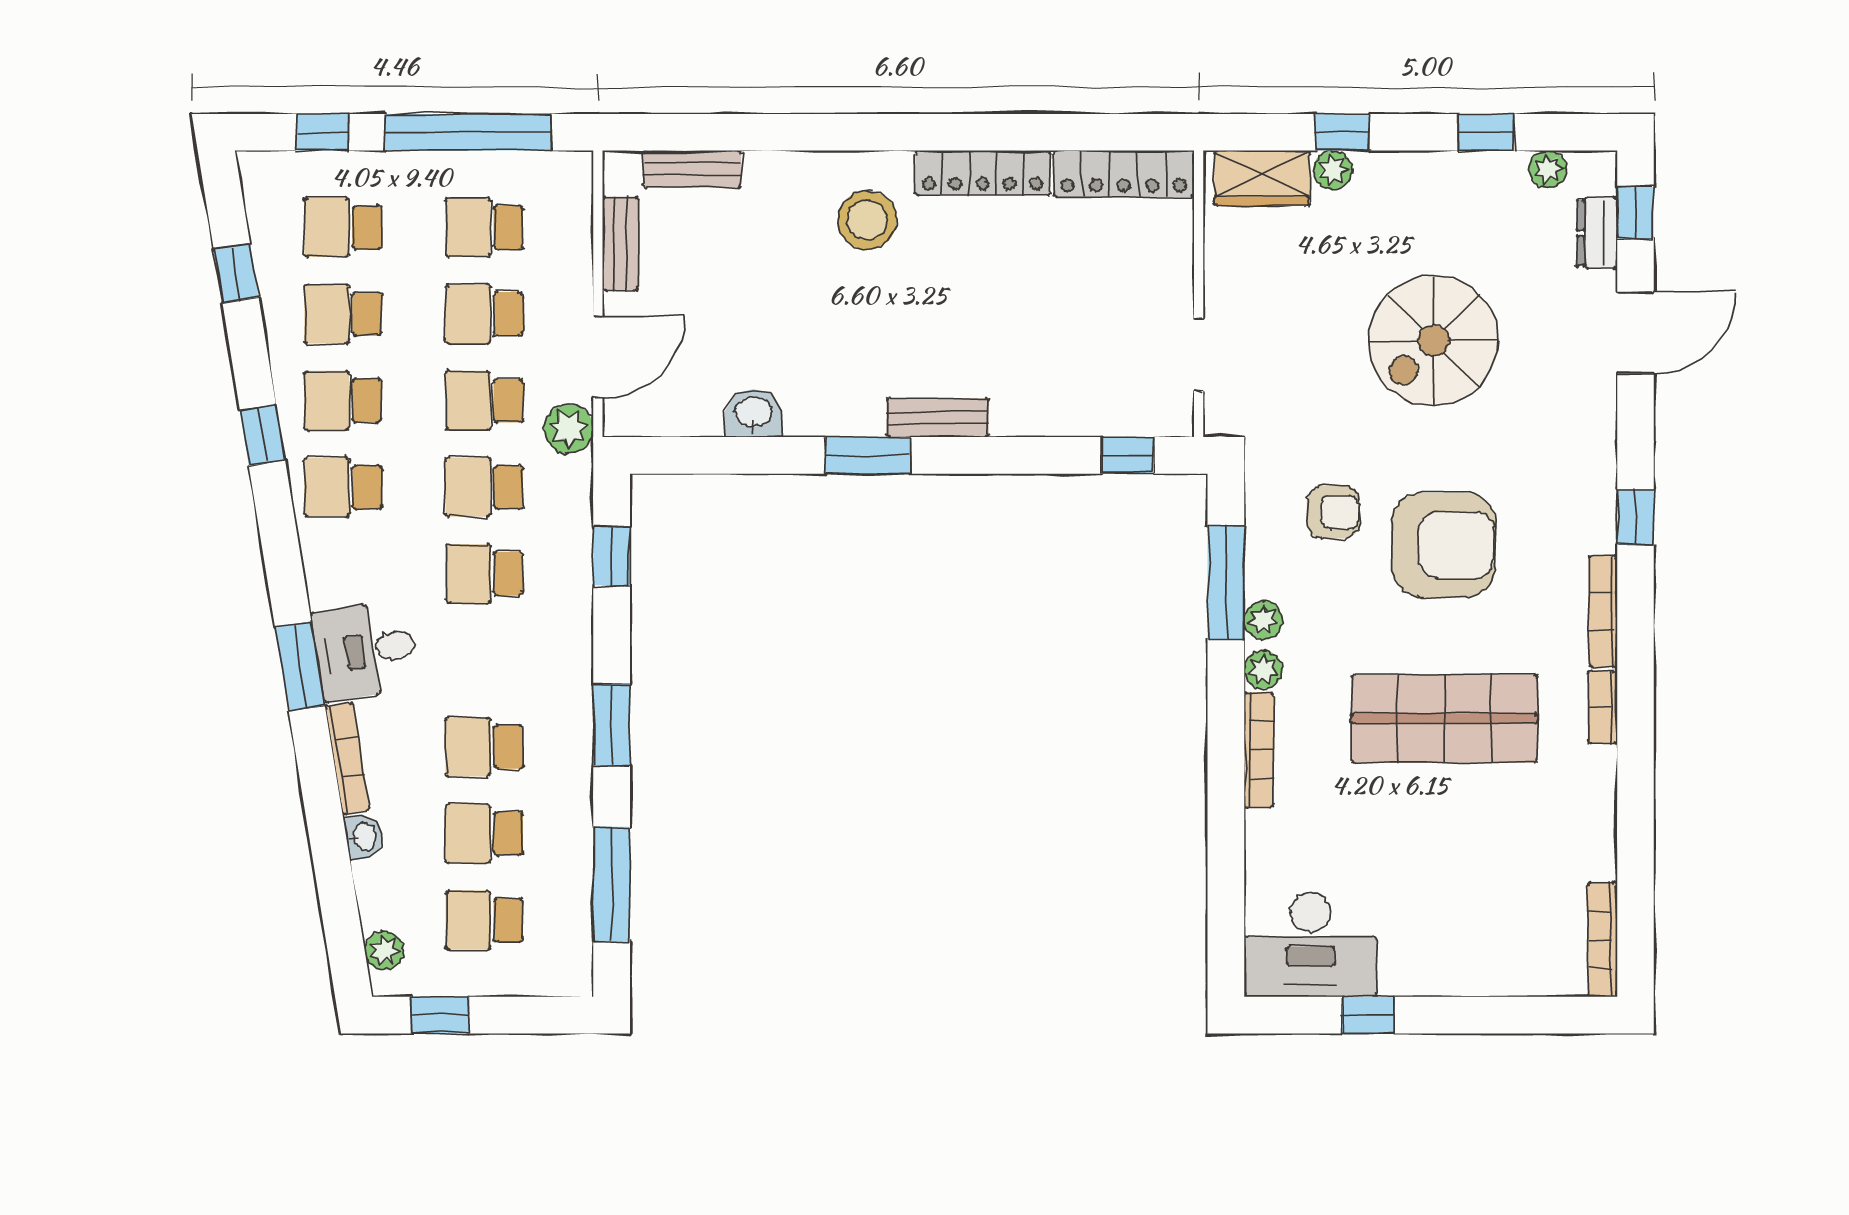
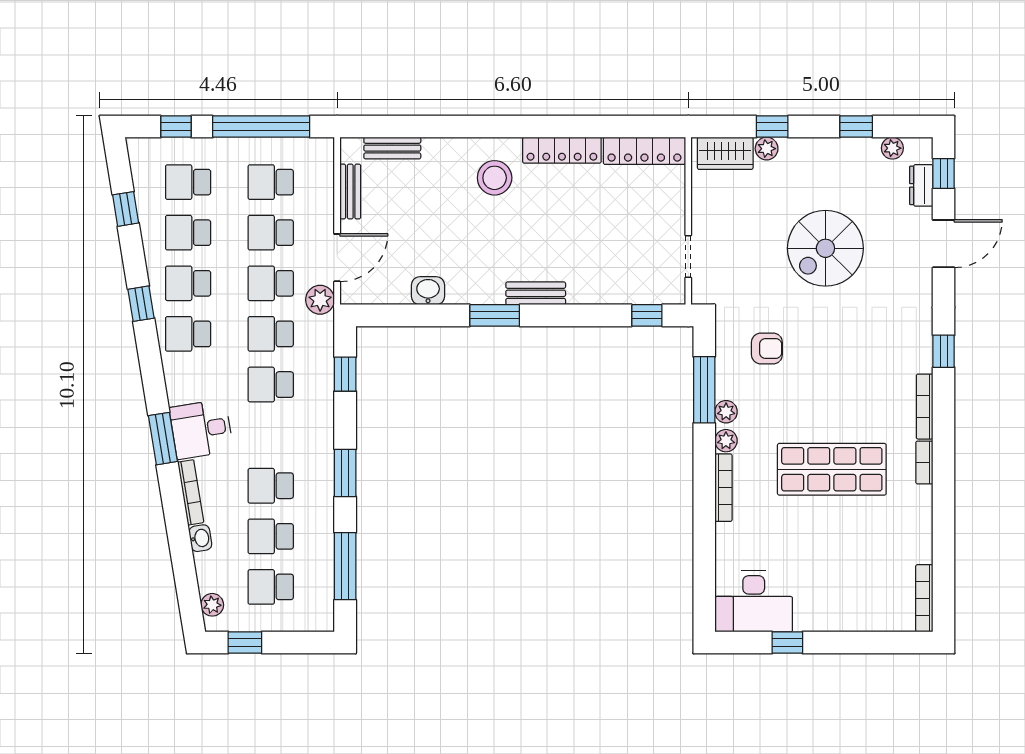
armchair: (1444, 545) -> (831, 368), removed

